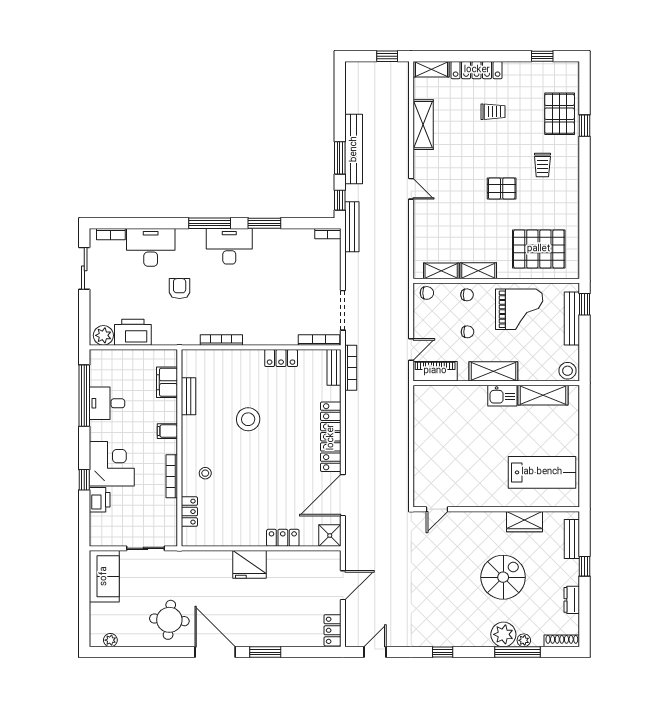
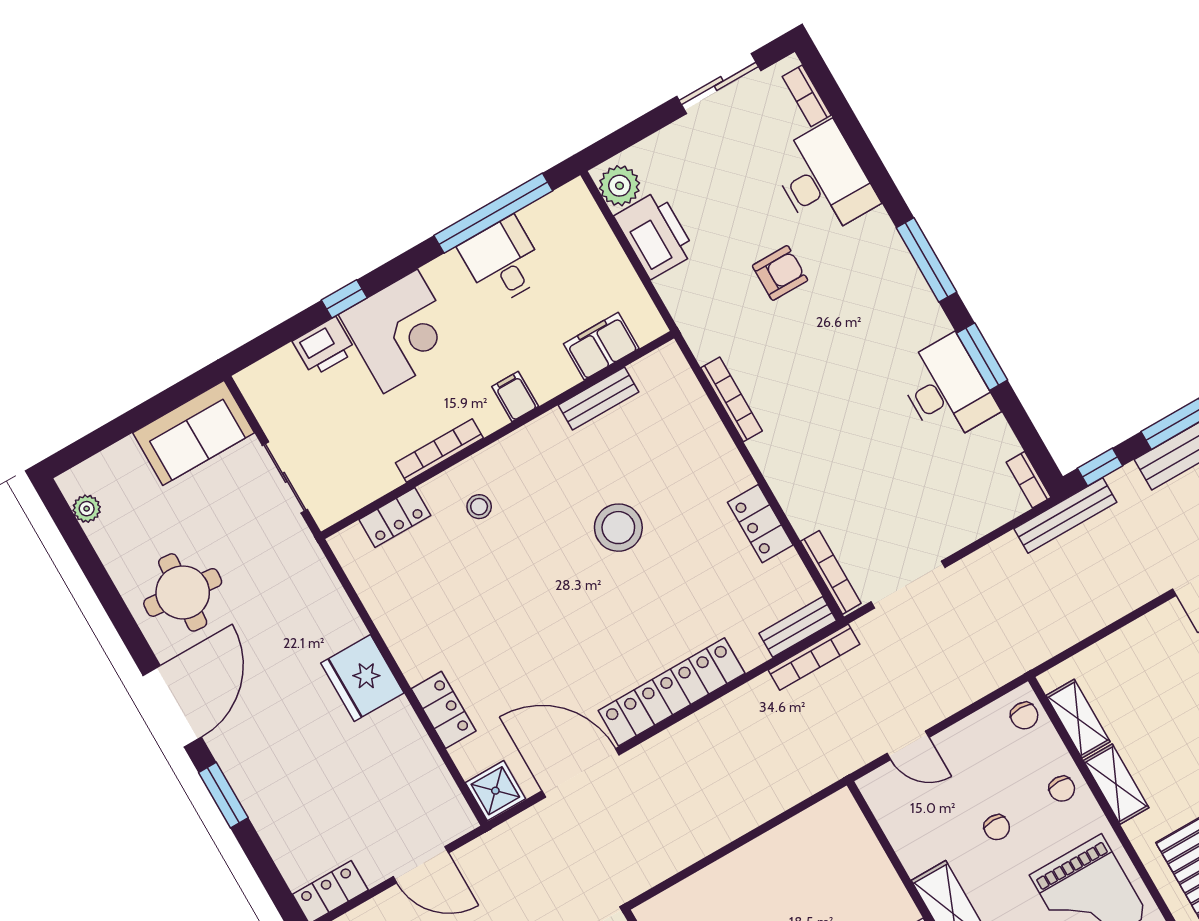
desk: (229, 246) -> (947, 389), moved
piano: (435, 371) -> (894, 810), removed

